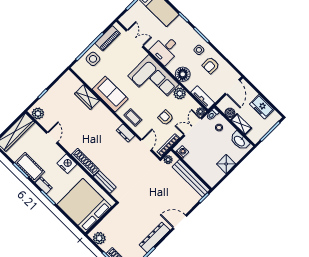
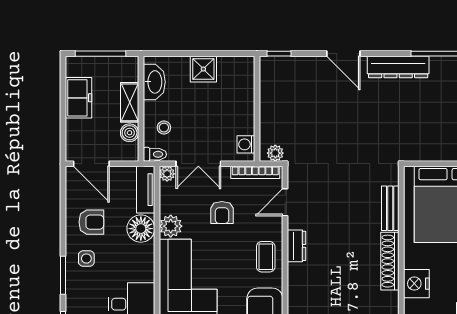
floor lamp: (183, 74) -> (141, 229), moved
door: (232, 87) -> (91, 164), swing flipped
bench: (191, 178) -> (270, 97), removed

